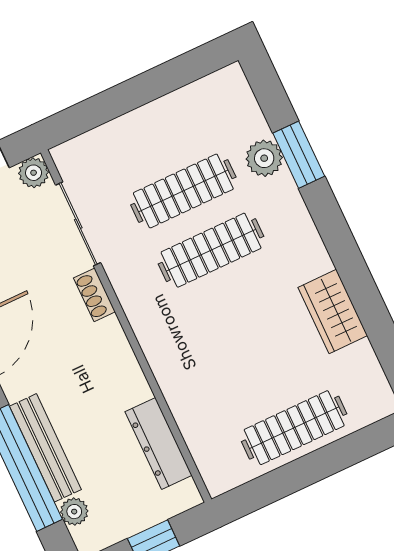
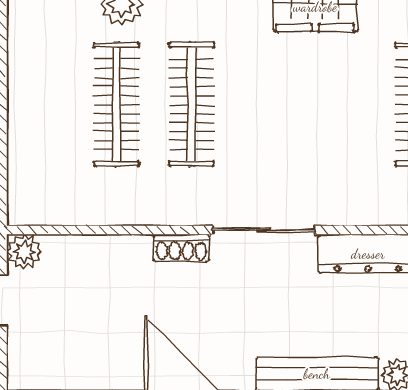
sliding door: (78, 224) -> (264, 230), moved

